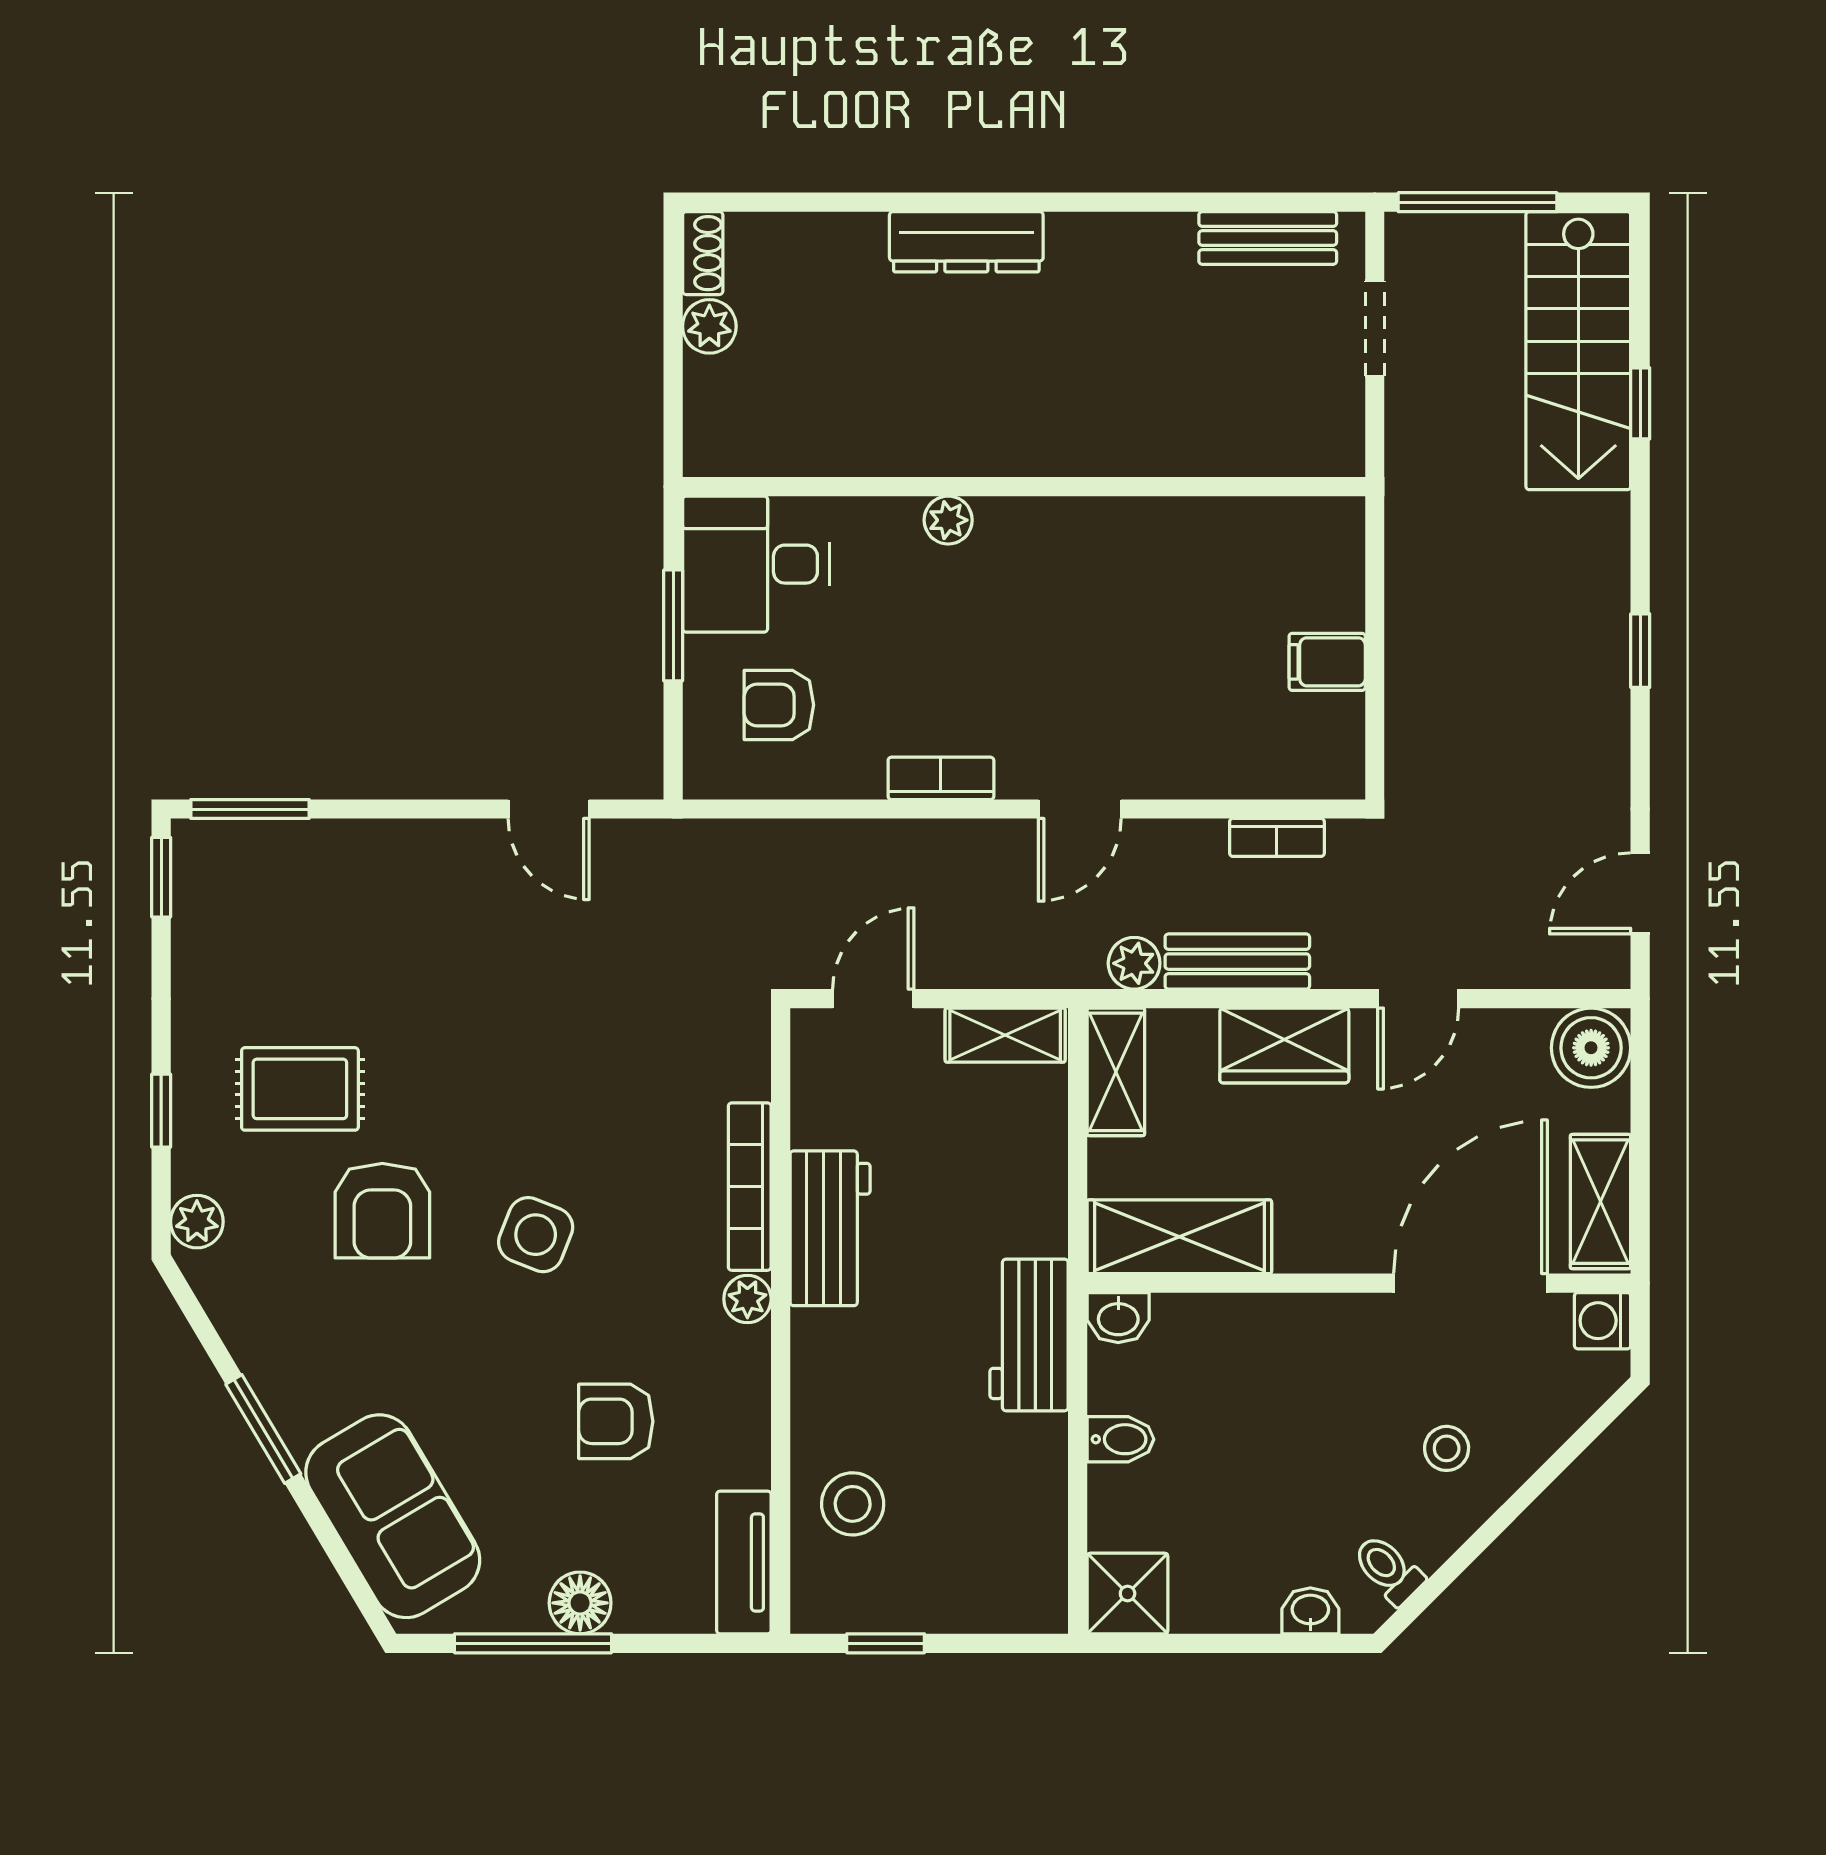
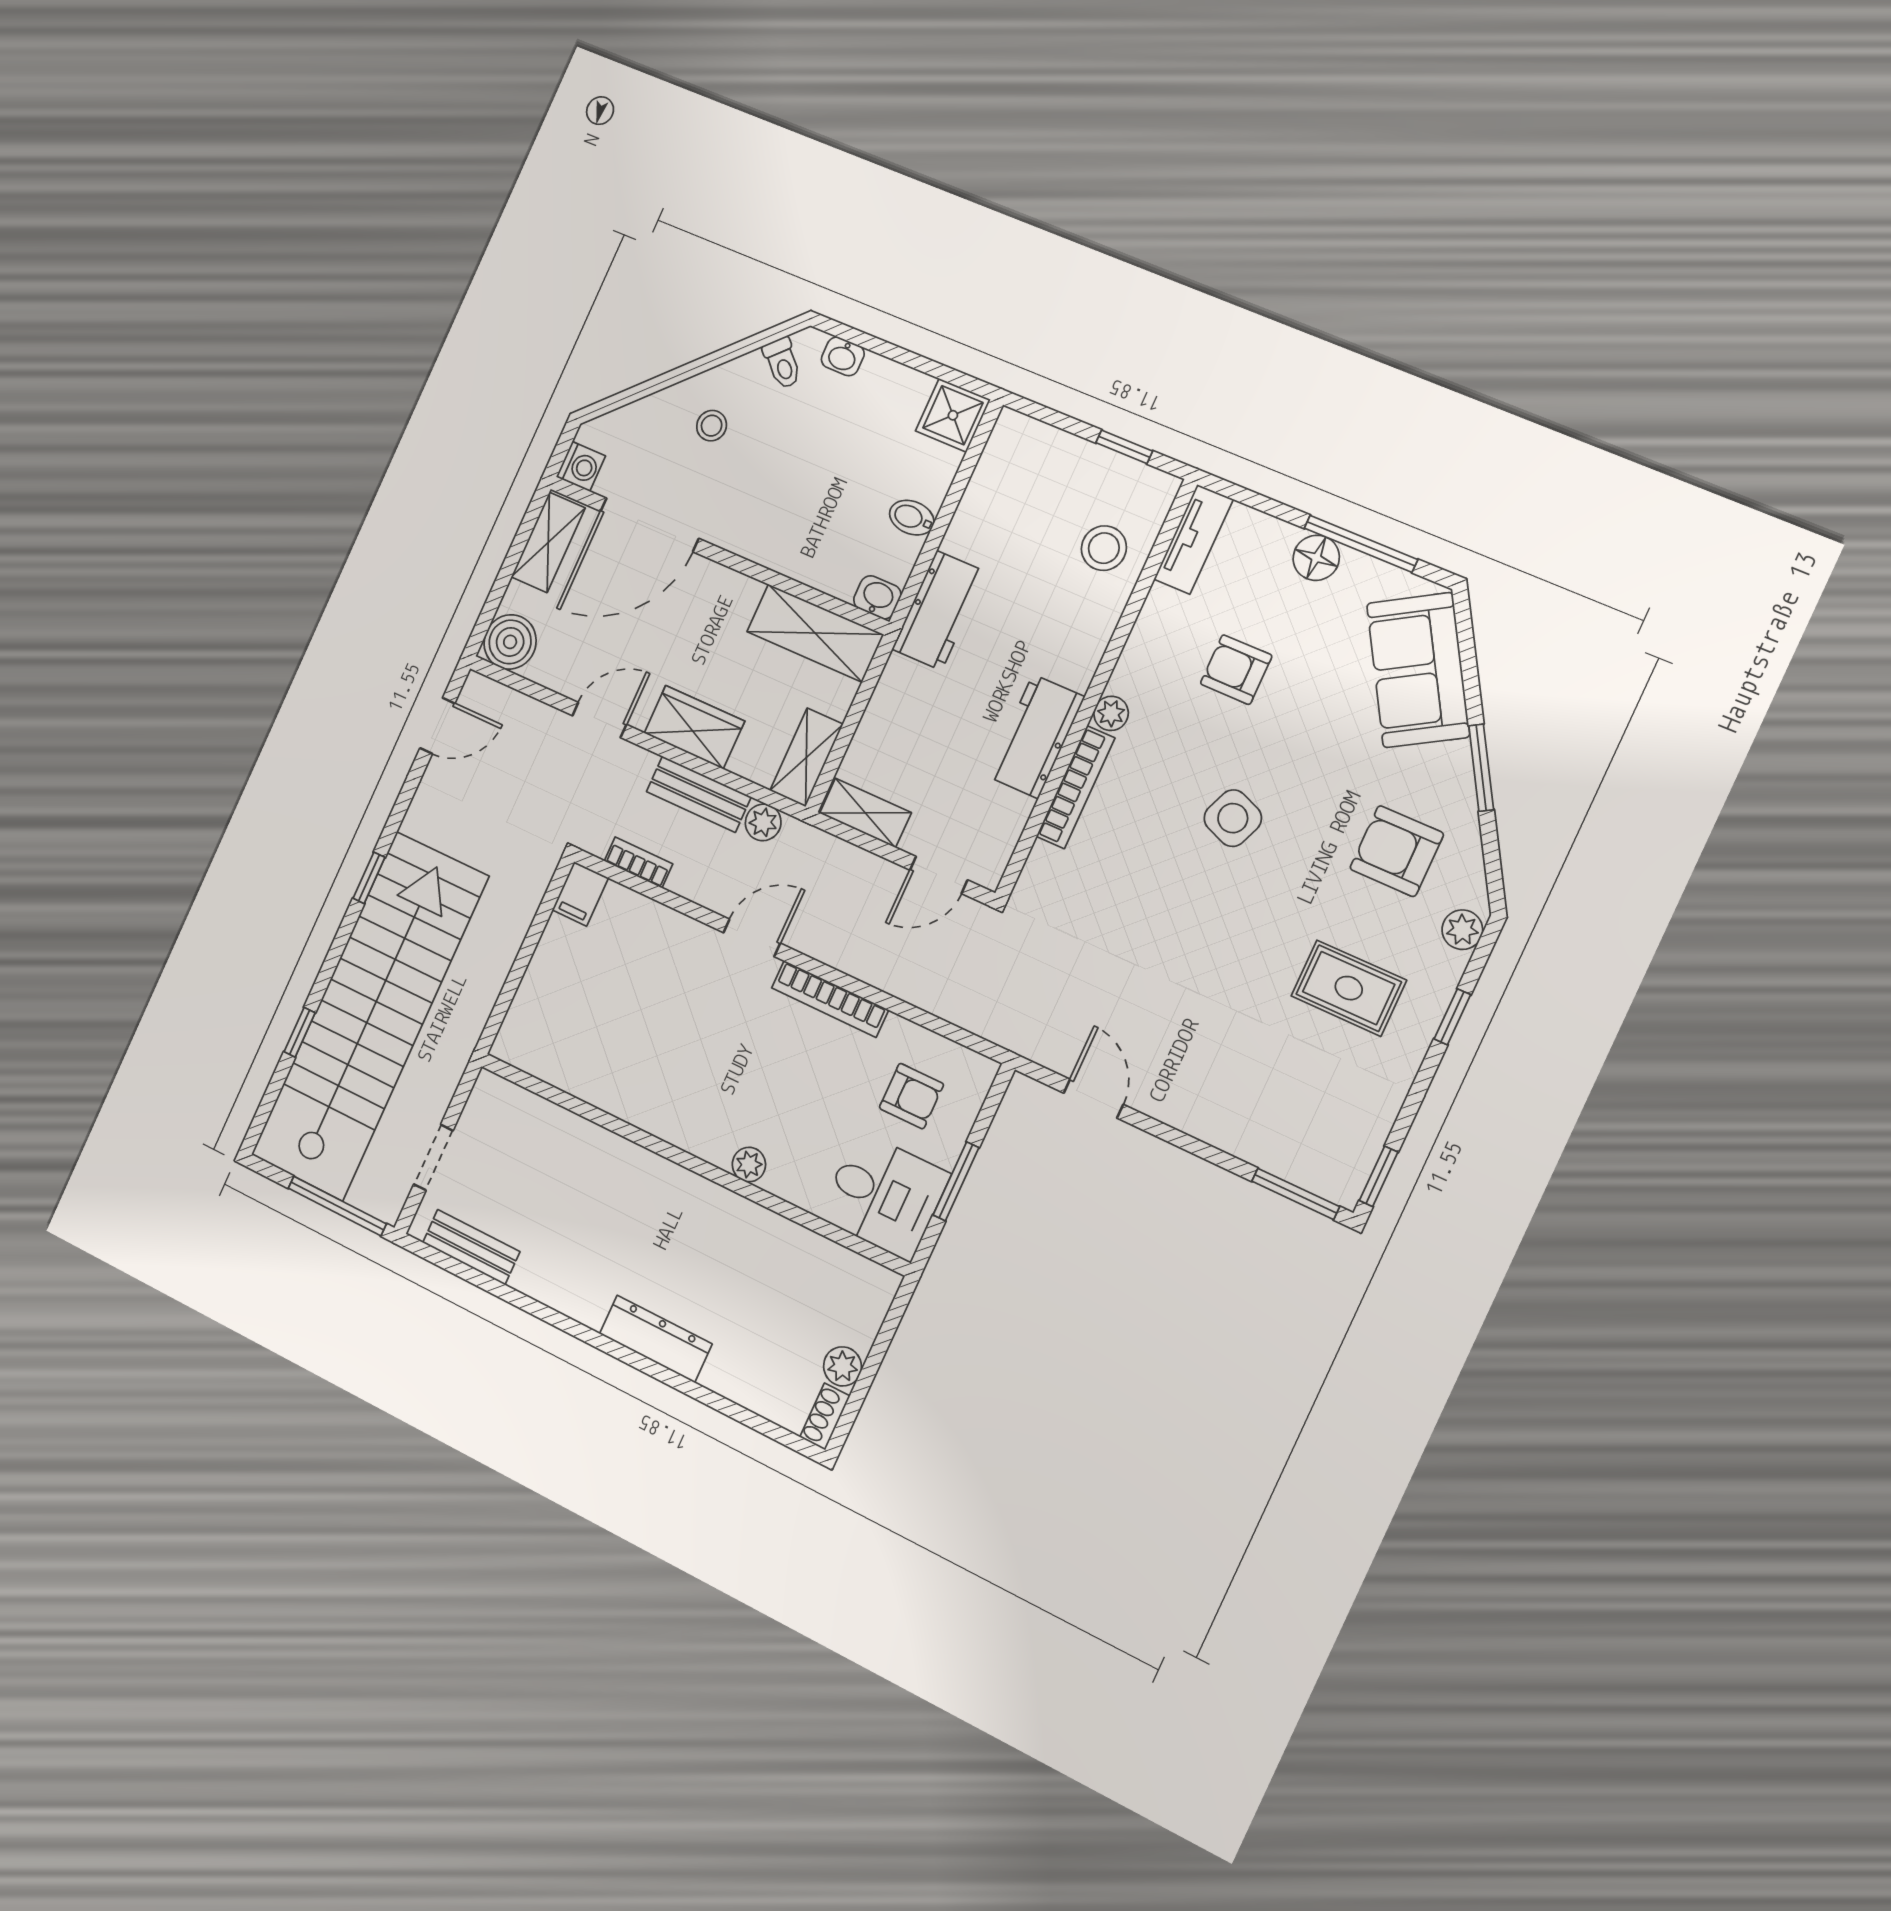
stairs: (1578, 351) -> (370, 1016), width x1.86, depth x1.51
filing cabinet: (1327, 662) -> (580, 894), moved, turned 90
bookcase: (941, 778) -> (830, 999), width x1.56
armchair: (382, 1211) -> (1397, 851), moved, turned -90
armchair: (616, 1421) -> (1236, 670), turned 180

